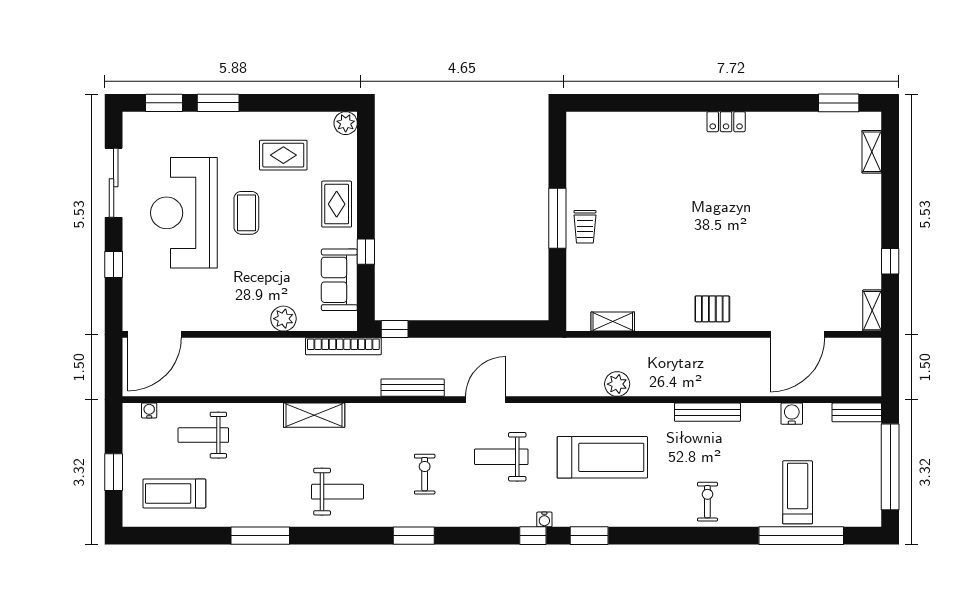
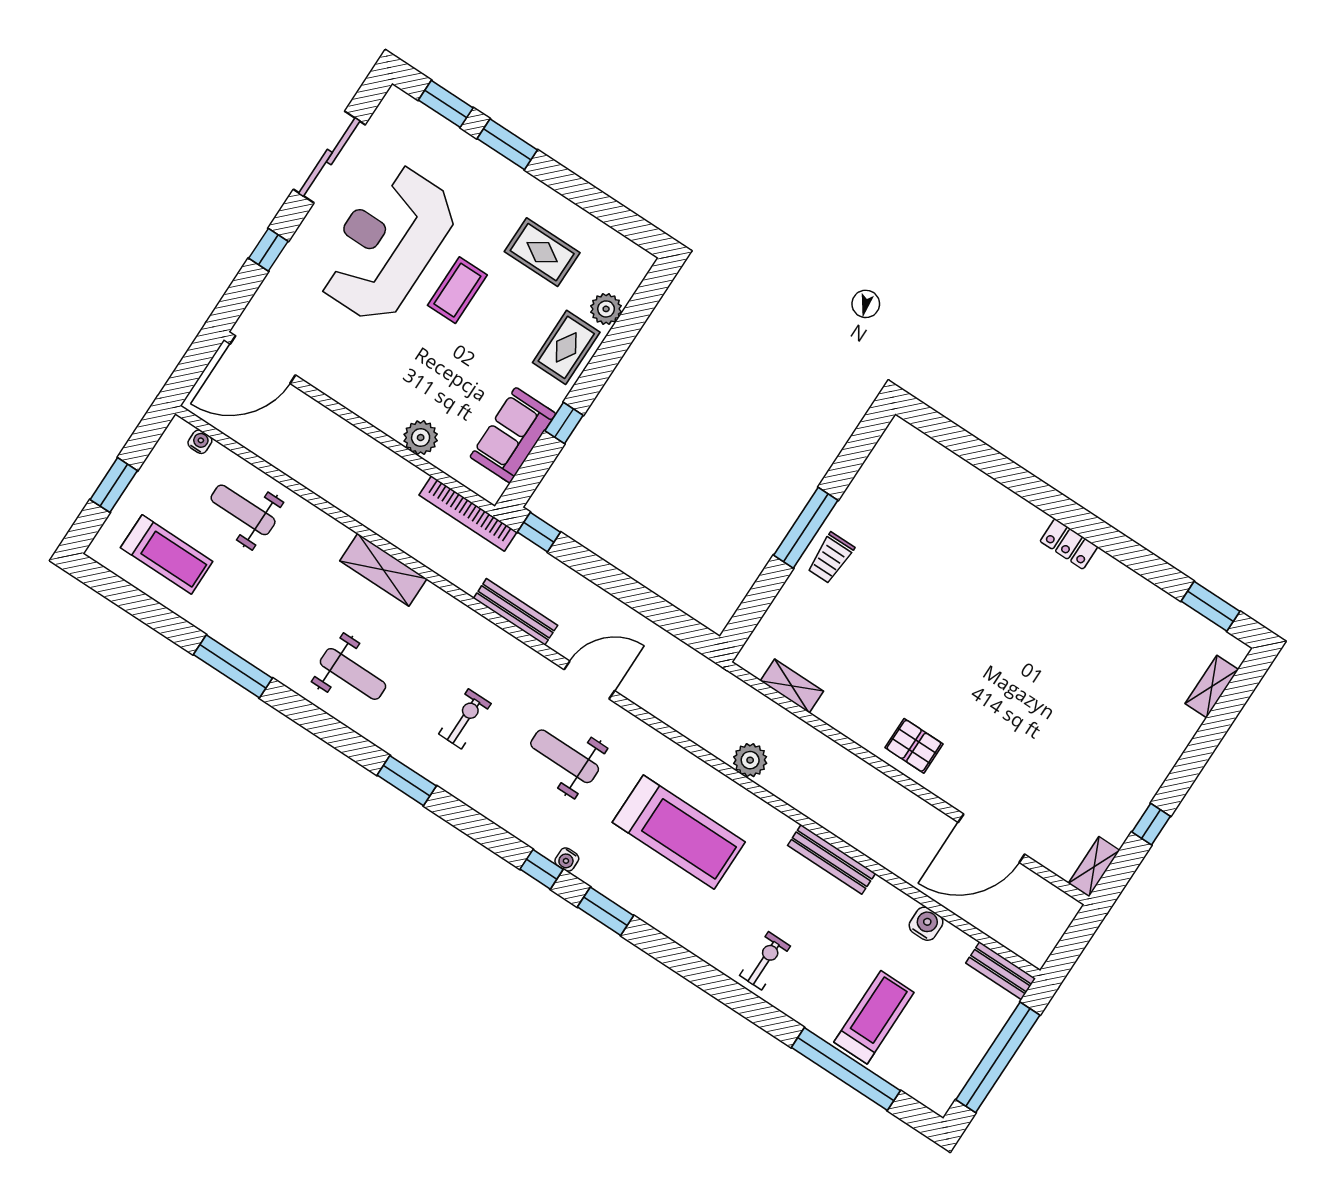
plant: (346, 123) -> (606, 309), moved
treadmill: (174, 493) -> (167, 554), turned 180

